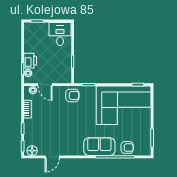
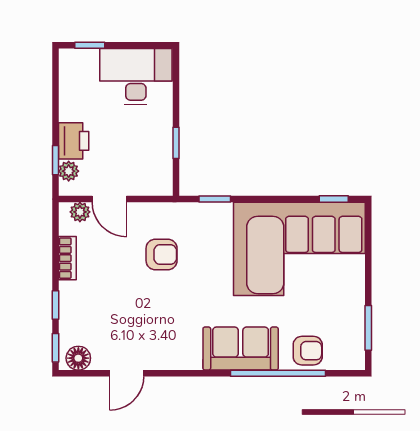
desk: (60, 34) -> (136, 77), width x1.37
armchair: (72, 95) -> (162, 254), moved

